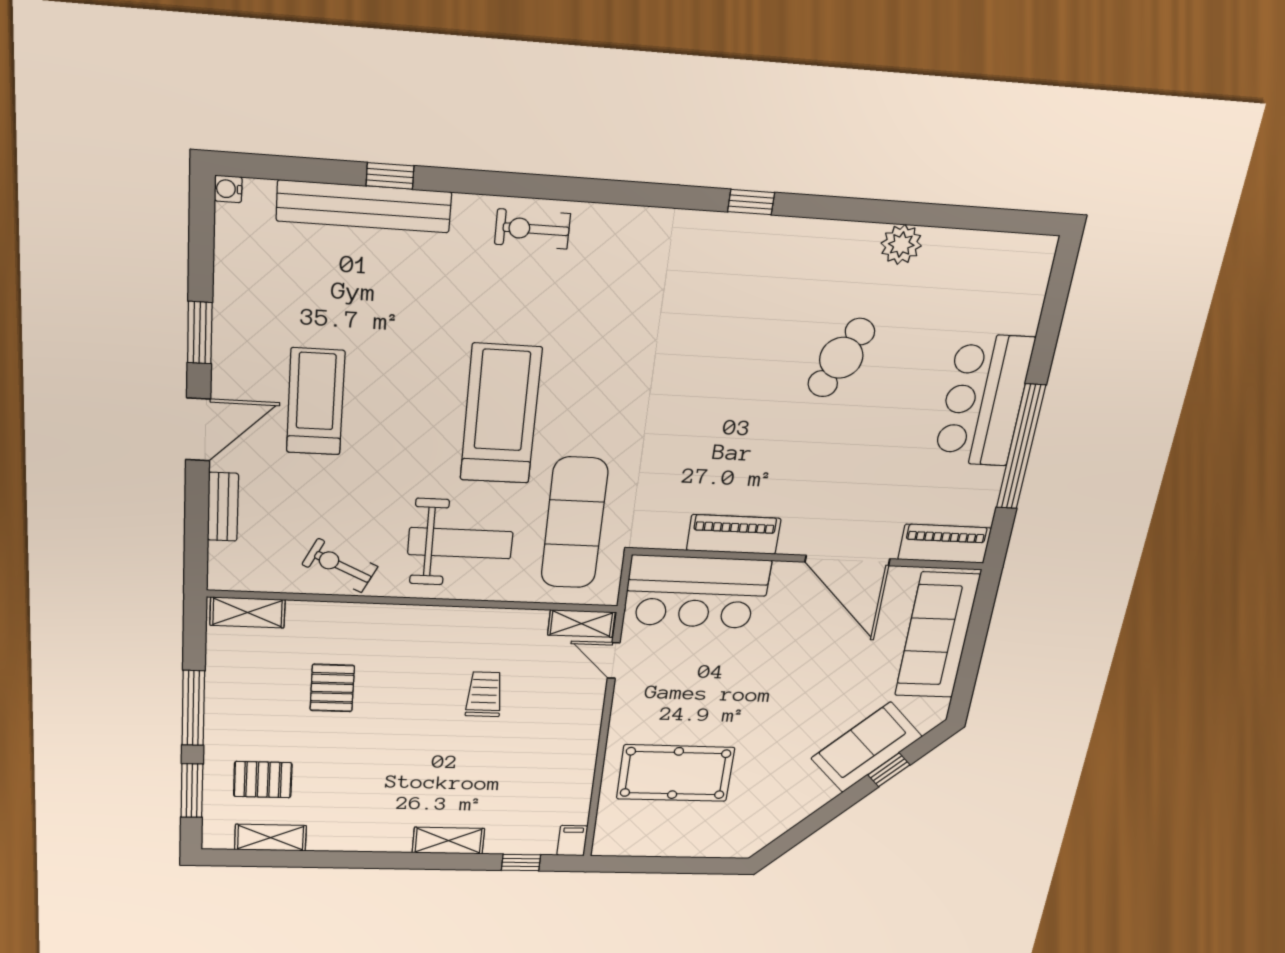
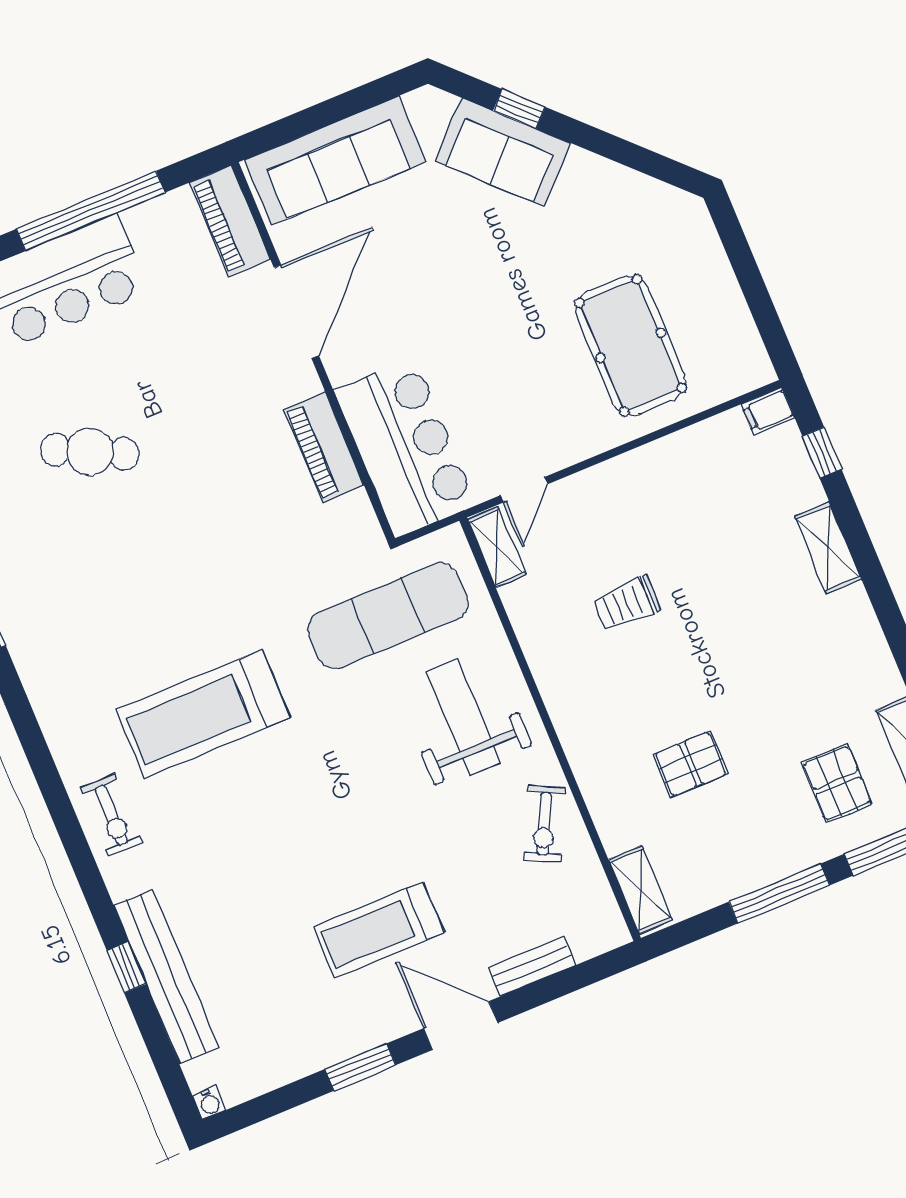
treadmill: (501, 414) -> (203, 714), moved

